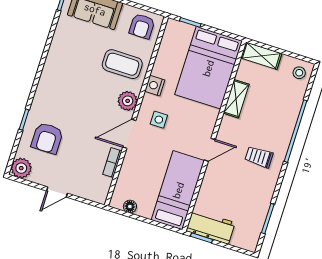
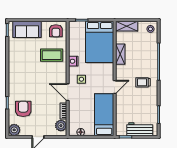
plant: (128, 101) -> (61, 126), moved
door: (129, 134) -> (68, 92), hinge flipped
armchair: (47, 138) -> (23, 109), turned 180
workbench: (211, 227) -> (140, 129), moved

